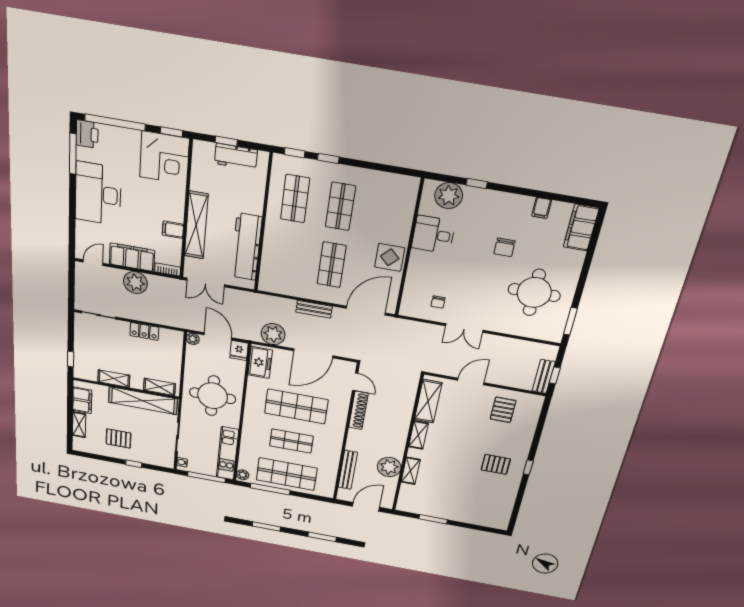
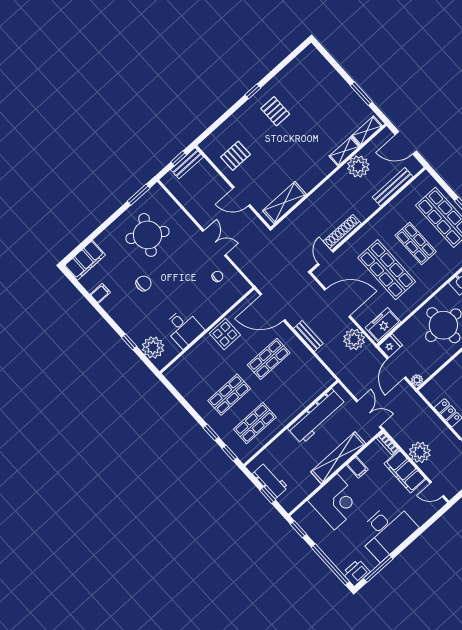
corner desk: (164, 158) -> (336, 502), moved, turned 90
round table: (534, 293) -> (148, 235), turned 30
shelving: (418, 435) -> (367, 131), moved

